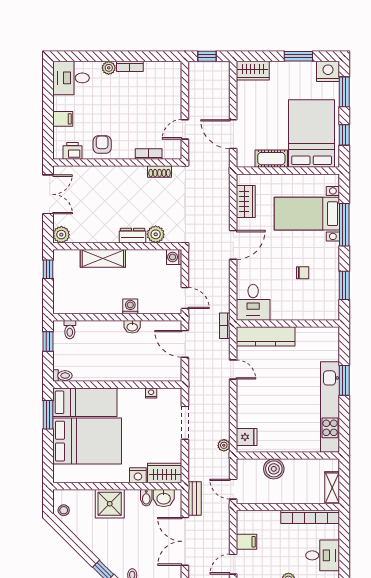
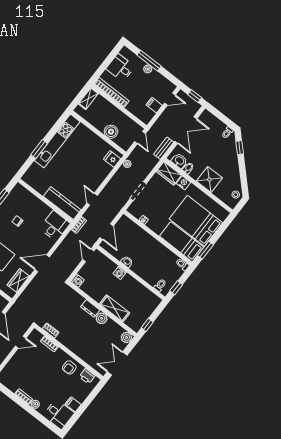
filing cabinet: (63, 119) -> (73, 404), moved
plant: (156, 234) -> (102, 318), moved

